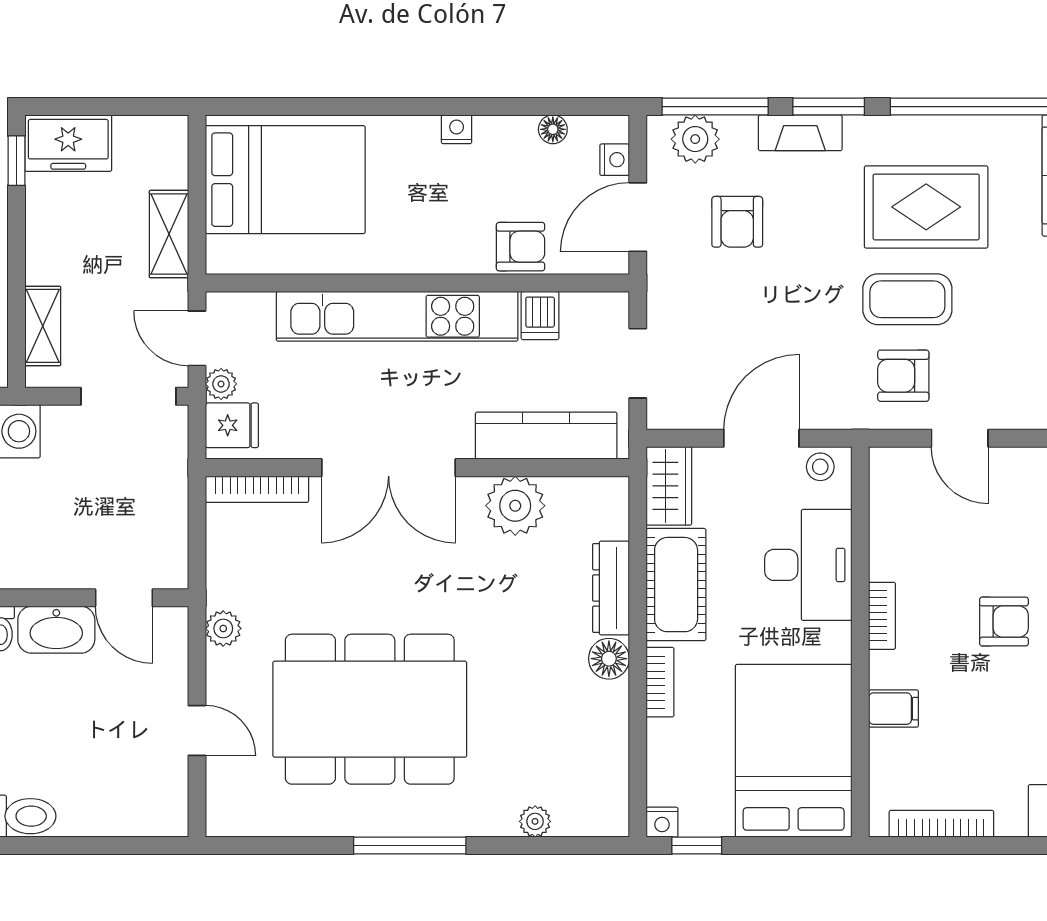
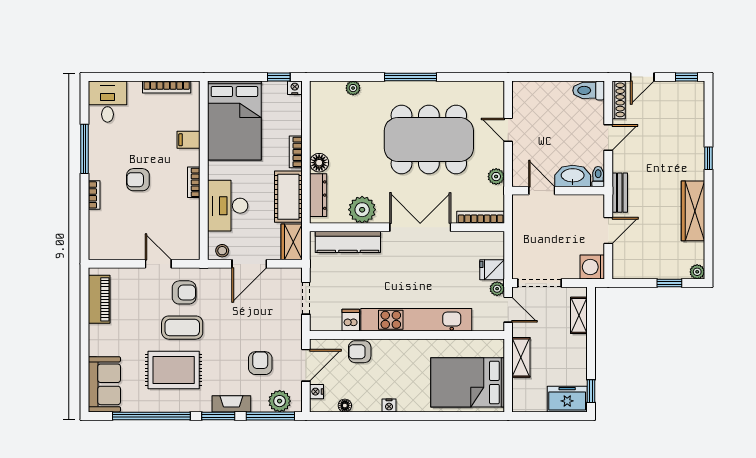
kitchen counter: (546, 436) -> (348, 242), moved
double door: (389, 468) -> (420, 227), moved
wall: (417, 468) -> (407, 227), moved
bookcase: (257, 489) -> (481, 217), moved
plant: (515, 506) -> (362, 210), moved

